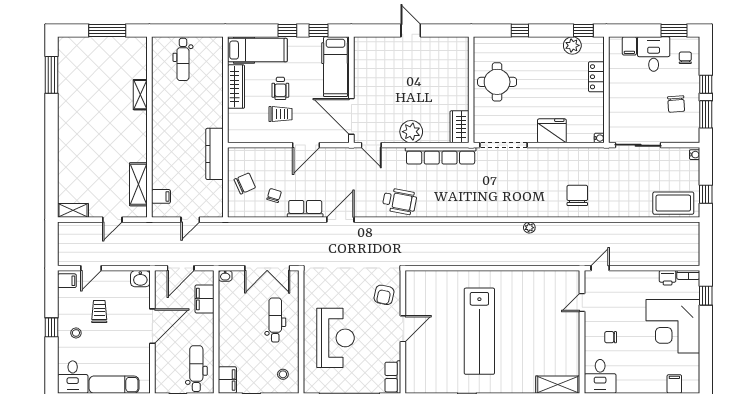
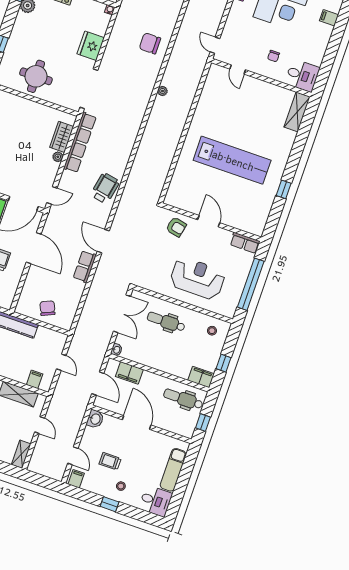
wardrobe: (460, 127) -> (62, 137), moved, turned 90
plant: (411, 132) -> (58, 157), width x0.53, depth x0.53
door: (306, 145) -> (34, 248), width x1.36
chair: (274, 195) -> (65, 288), removed

